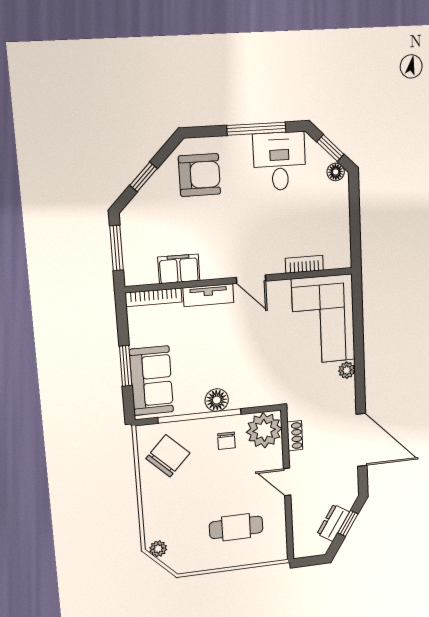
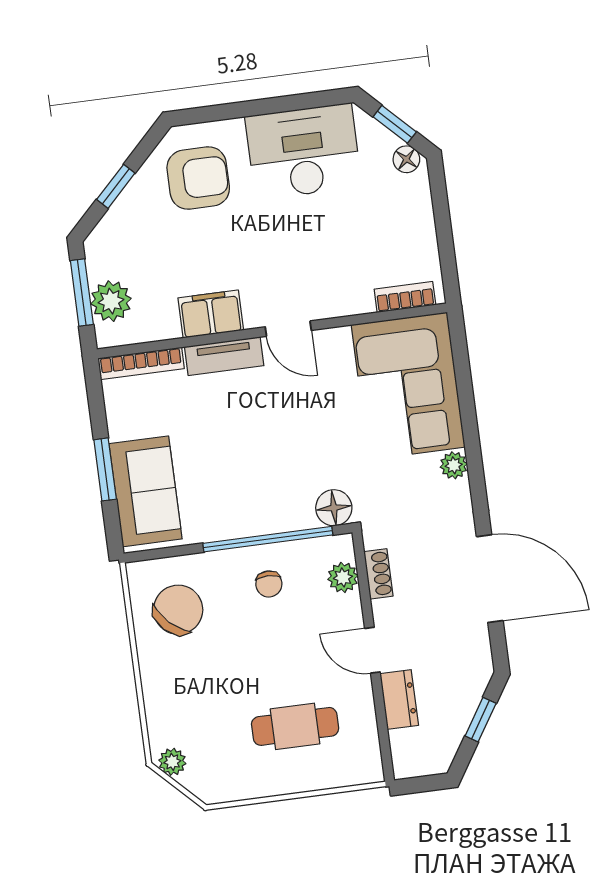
window: (256, 129) -> (279, 105), removed
desk: (280, 161) -> (303, 151), width x1.37
plant: (136, 255) -> (111, 301), added
bookcase: (304, 264) -> (405, 297), moved
filing cabinet: (179, 269) -> (211, 314), moved
floor lamp: (217, 400) -> (334, 508), moved
window: (200, 416) -> (268, 539), moved
plant: (264, 430) -> (343, 577), width x0.53, depth x0.53
dresser: (333, 523) -> (399, 699), moved, turned 148

